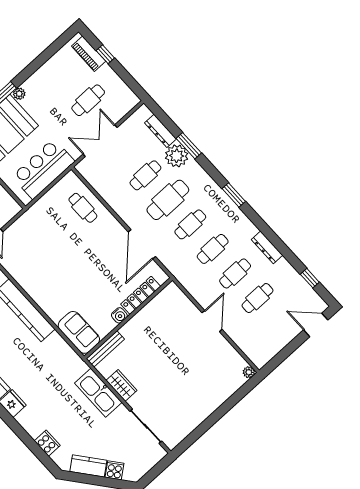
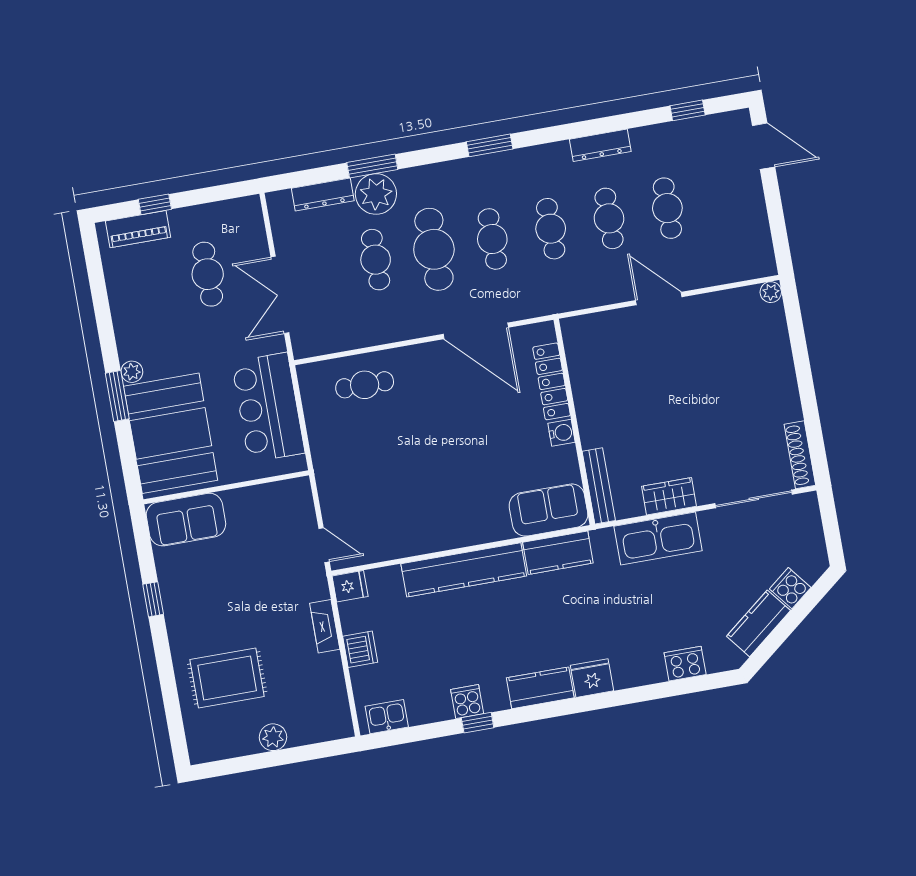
door: (316, 325) -> (764, 146), swing flipped
kitchen counter: (62, 350) -> (558, 553), added
shoe rack: (181, 435) -> (800, 455), added

